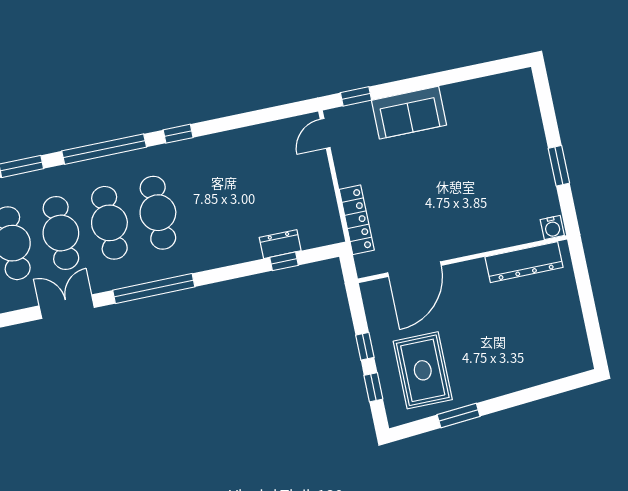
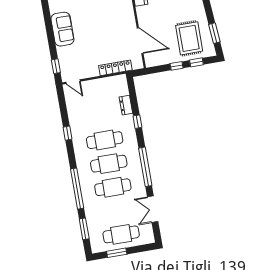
sofa: (409, 113) -> (62, 29), moved
window: (178, 134) -> (68, 133), moved
cafe table: (61, 233) -> (105, 140), moved
window: (284, 261) -> (137, 122), moved
rug: (423, 370) -> (189, 38), turned 90
window: (459, 415) -> (214, 33), moved

